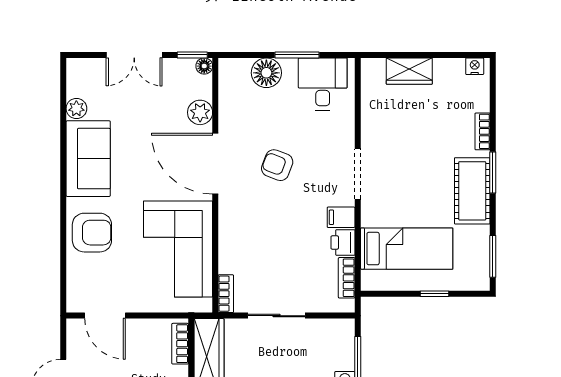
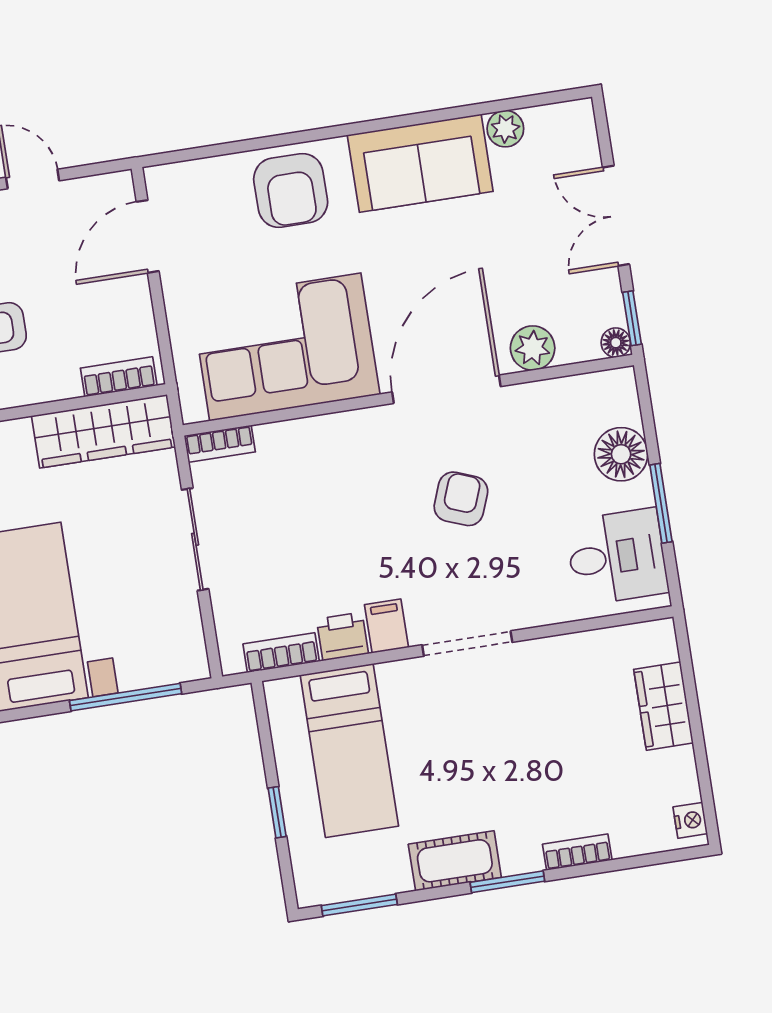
cot: (472, 191) -> (455, 861), width x0.73, depth x0.75

